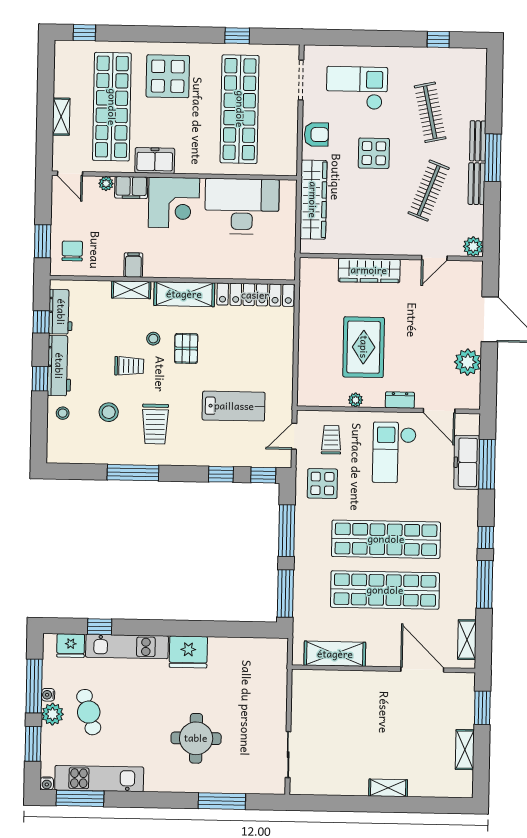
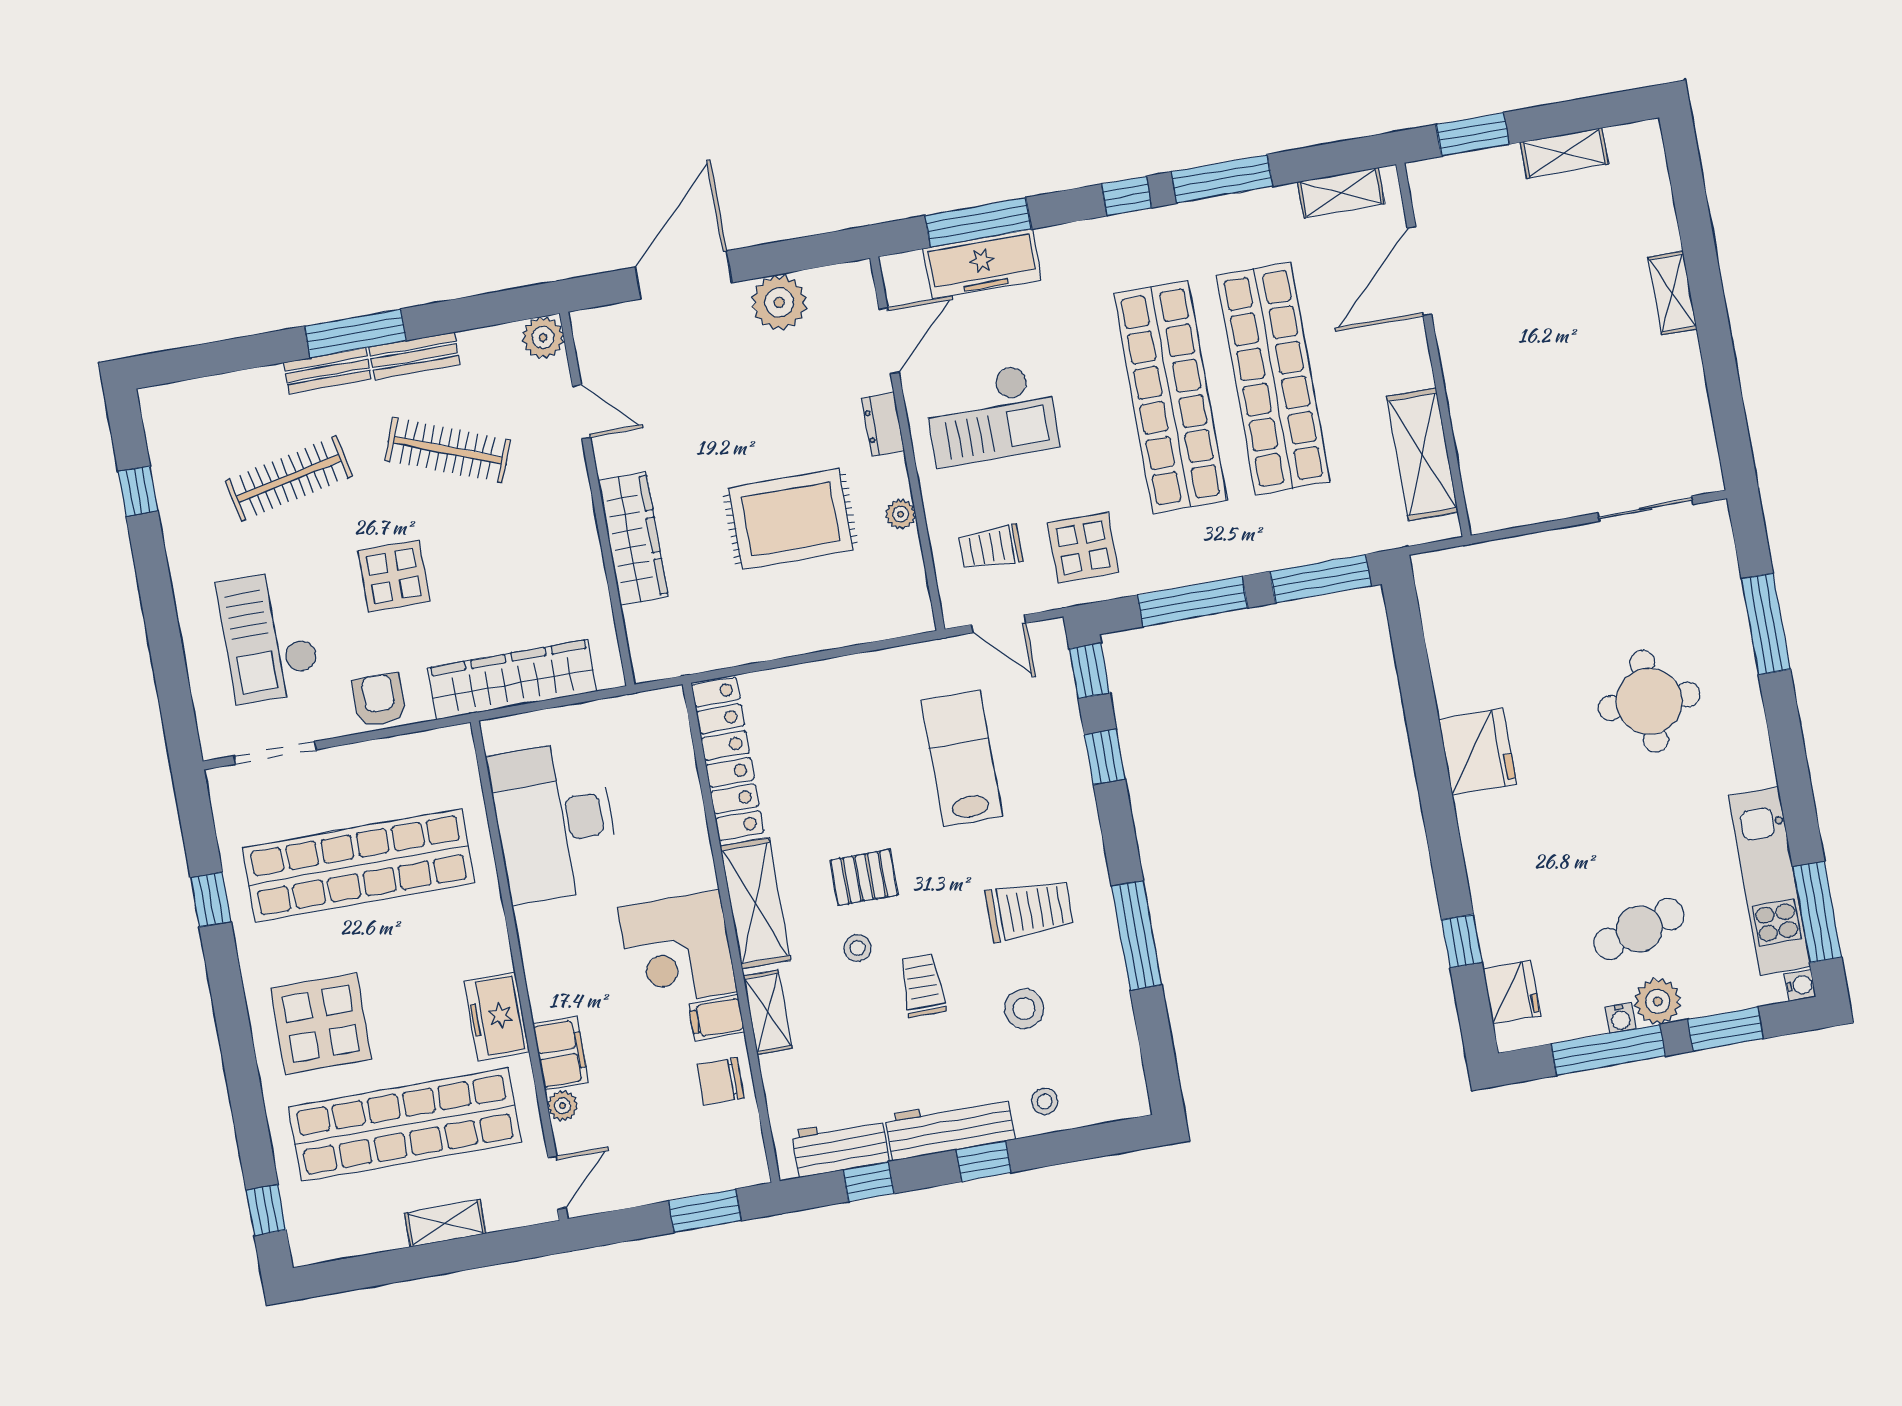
corner desk: (174, 203) -> (677, 950), moved, turned 180
chair: (72, 251) -> (720, 1081), moved
kitchen unit: (127, 646) -> (1491, 878), removed

